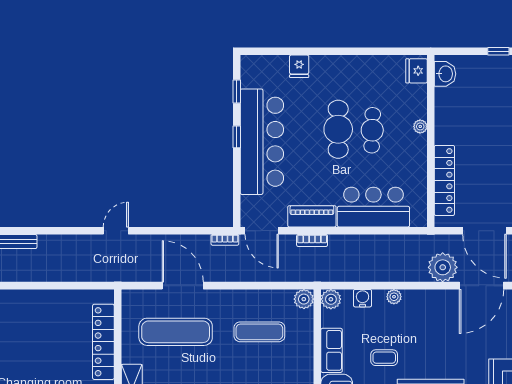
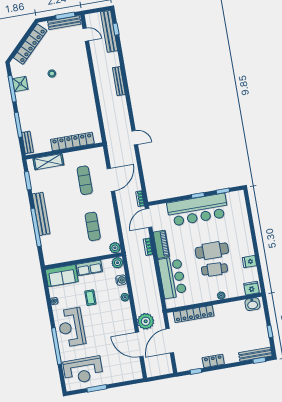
fridge: (299, 66) -> (249, 262), moved
exercise mat: (176, 332) -> (85, 180), width x0.73, depth x0.69

